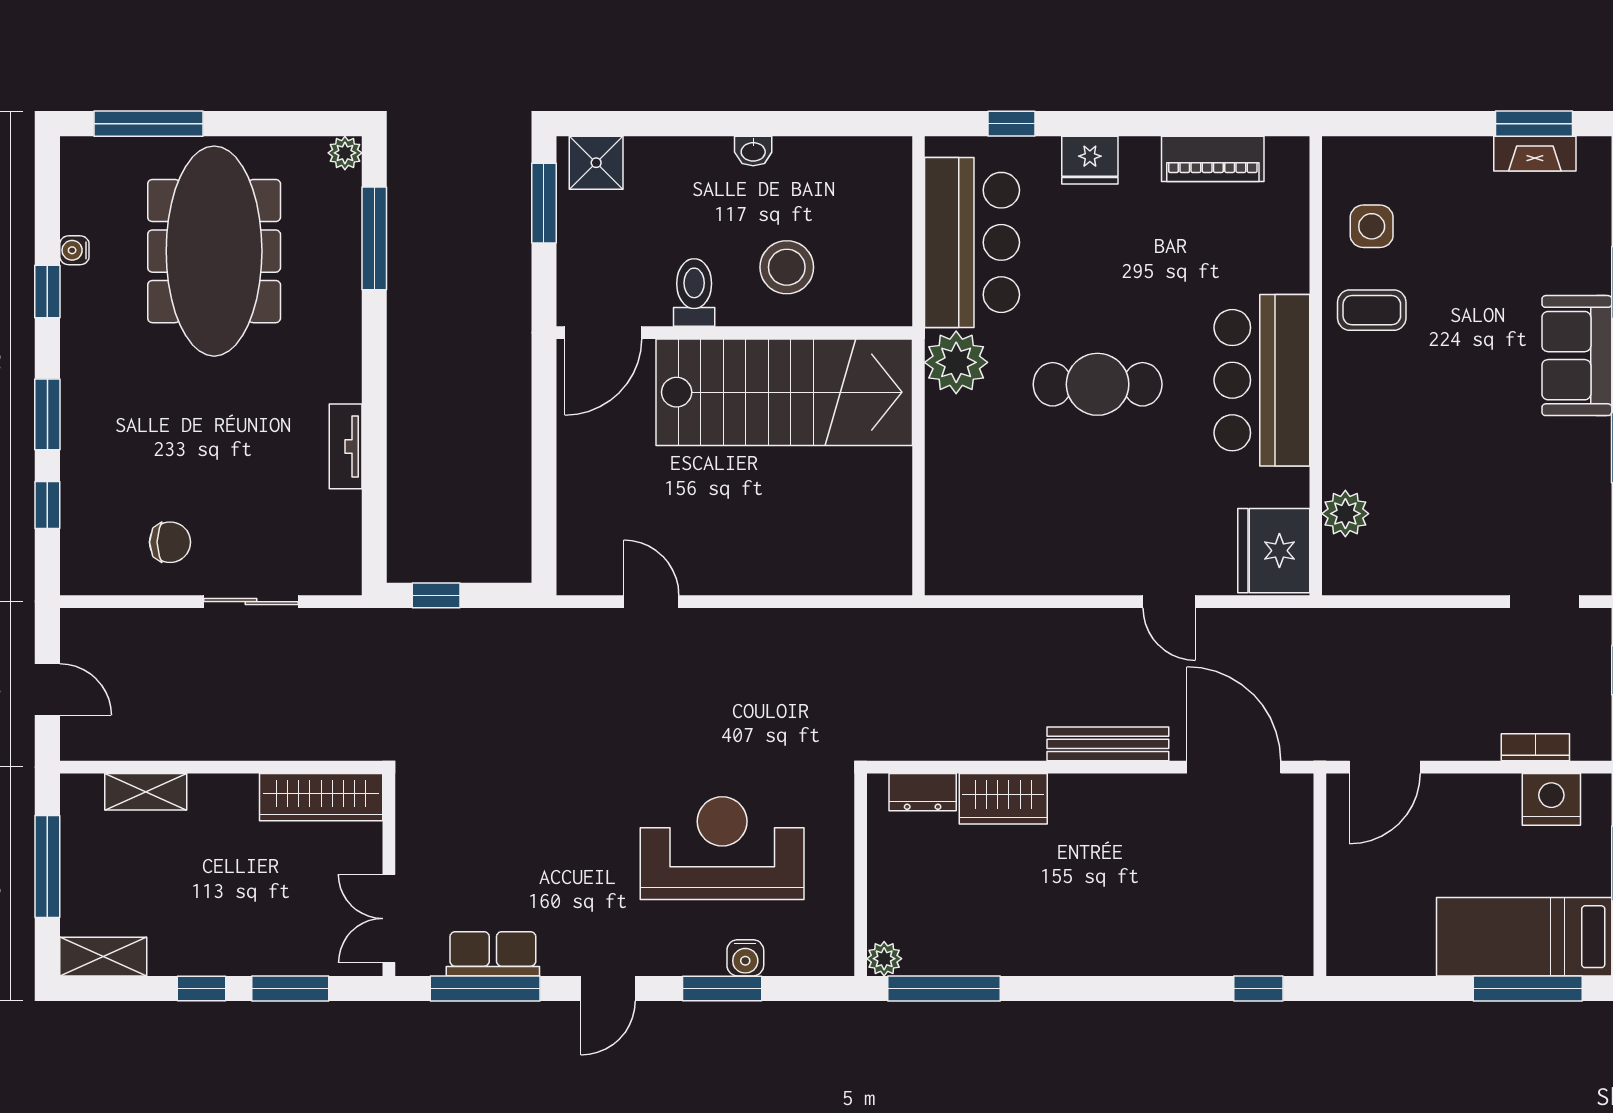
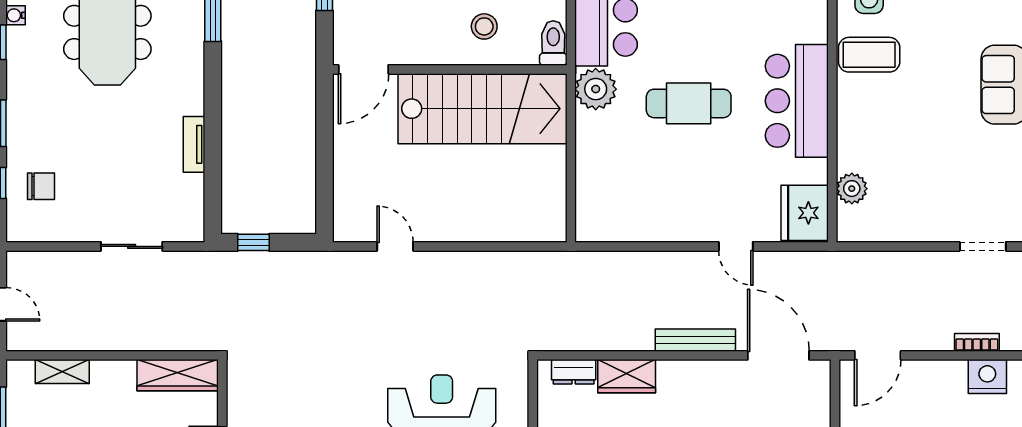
stool: (787, 267) -> (484, 26), width x0.73, depth x0.73
toilet: (694, 292) -> (553, 43), moved
coffee table: (1372, 310) -> (869, 55), width x1.36, depth x1.30
chair: (170, 542) -> (41, 186), moved

